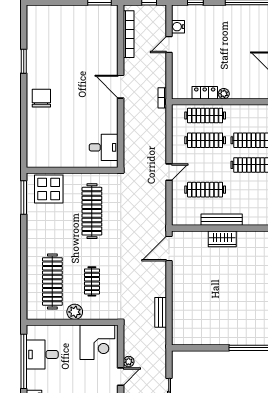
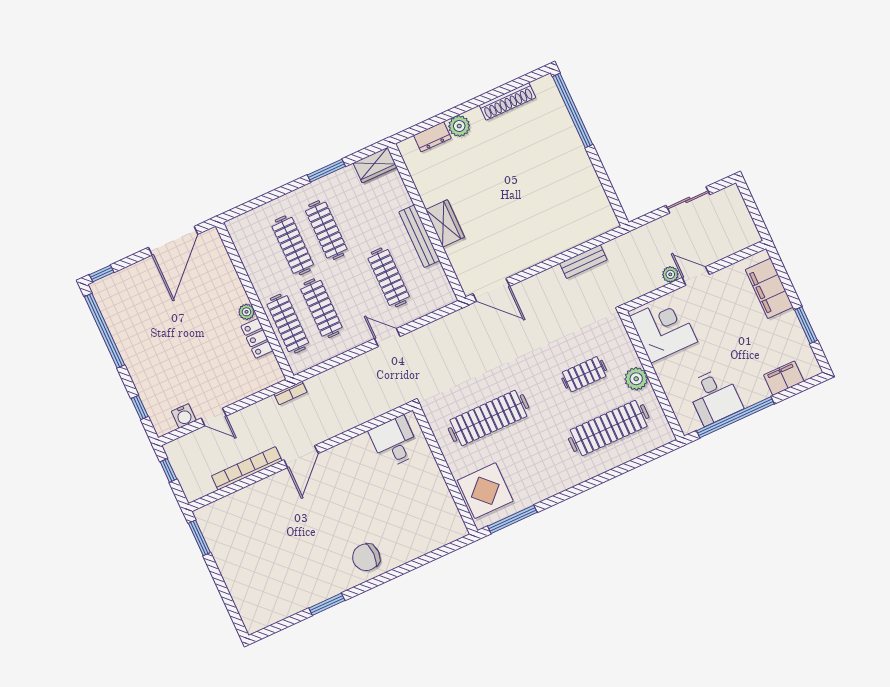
bookcase: (129, 34) -> (247, 468), moved

